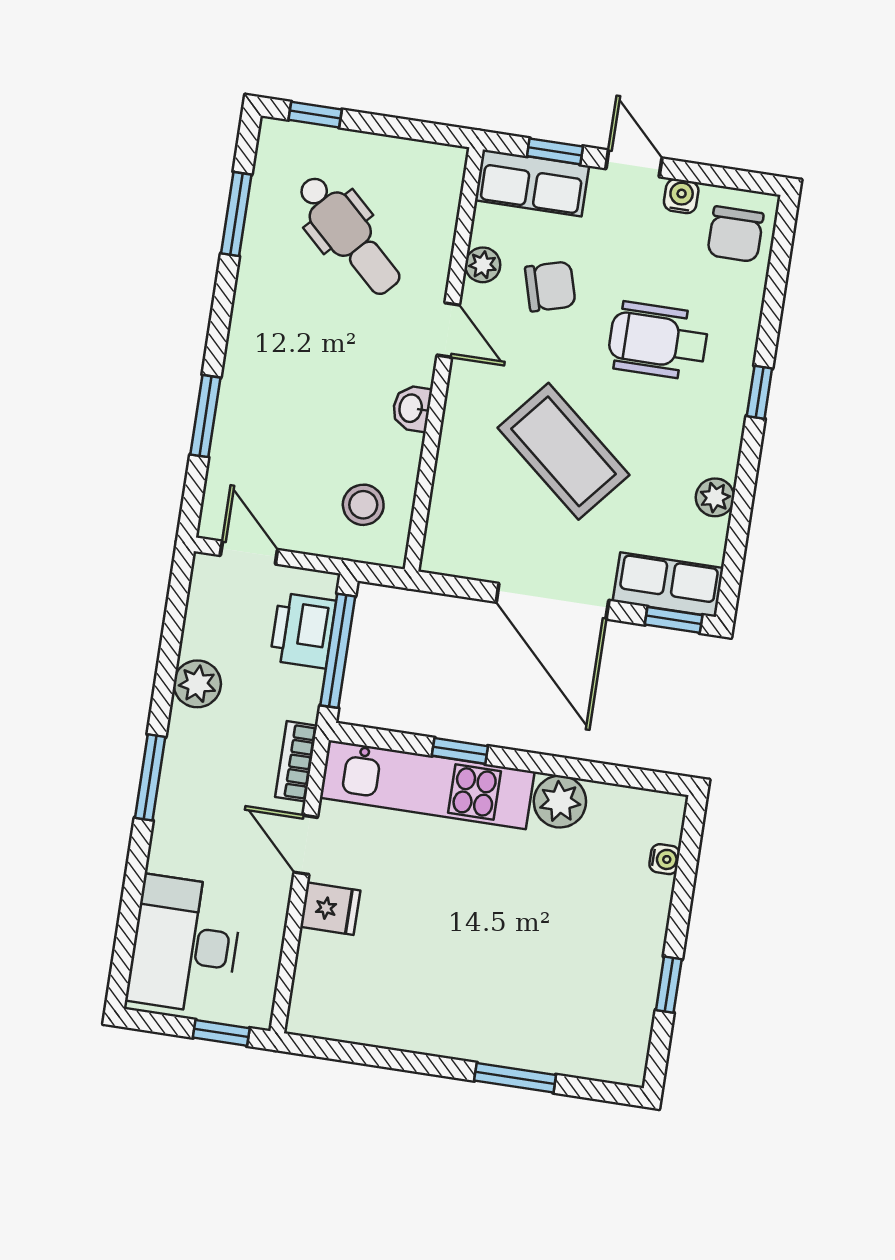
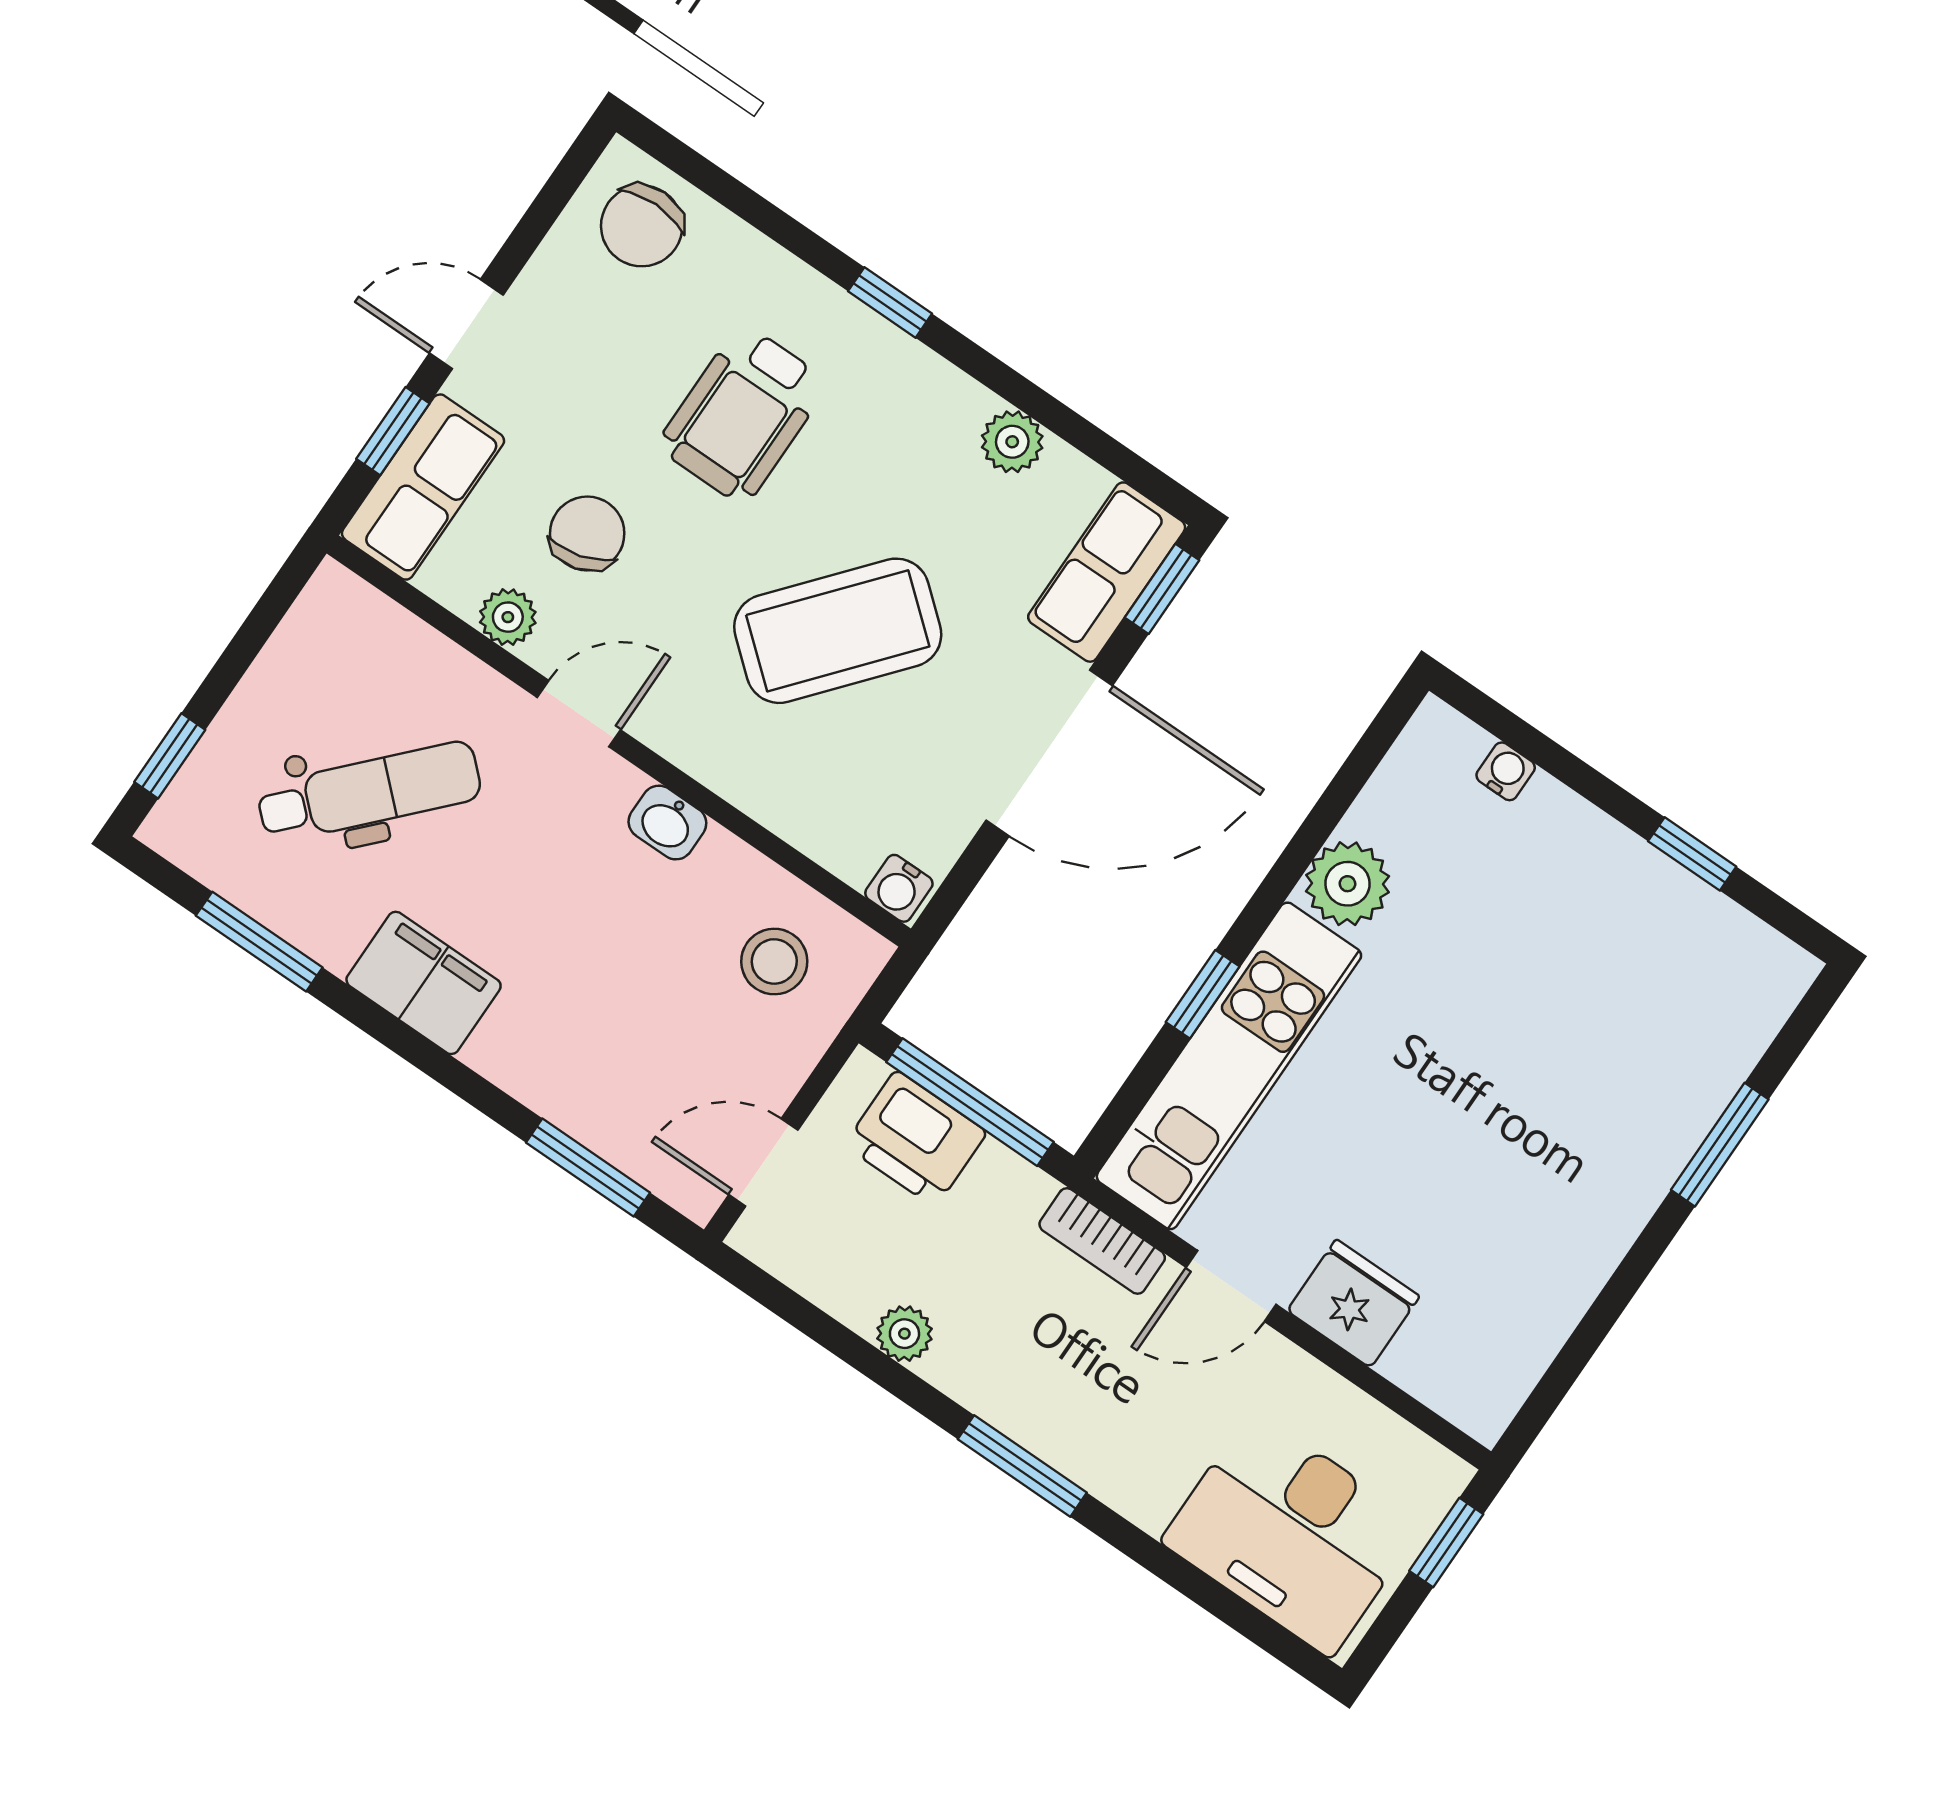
water cooler: (681, 196) -> (899, 888), moved, turned -90
chair: (735, 234) -> (642, 226), turned 90
filing cabinet: (257, 316) -> (424, 983), added
window: (205, 416) -> (588, 1168), moved
plant: (197, 684) -> (904, 1334), width x0.73, depth x0.73
fridge: (330, 909) -> (1353, 1303), width x1.38

